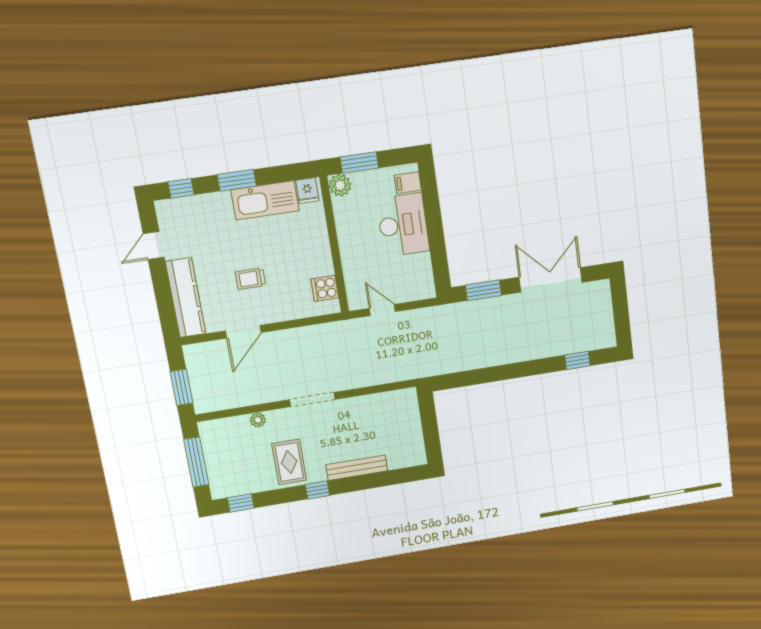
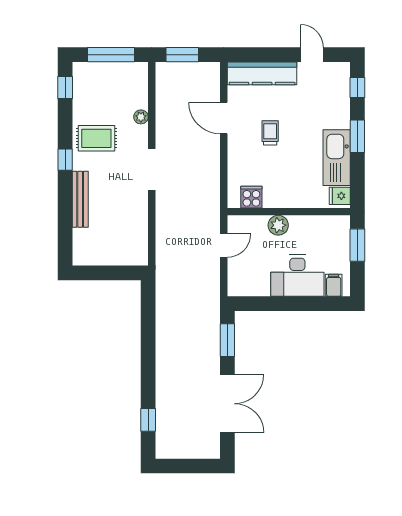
plant: (340, 185) -> (278, 225), moved

